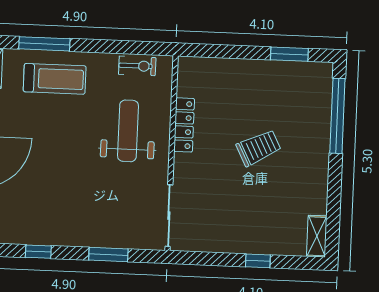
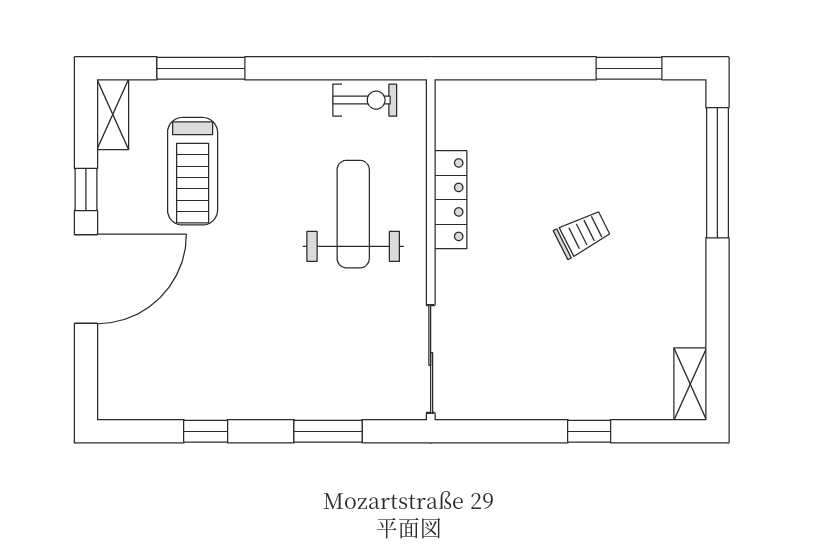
treadmill: (55, 79) -> (193, 171), moved, turned 90
trolley: (259, 148) -> (582, 234), width x0.73, depth x0.72

